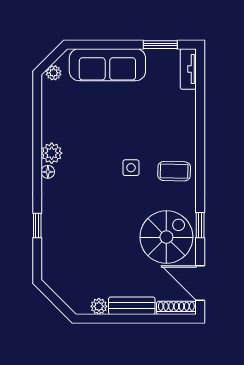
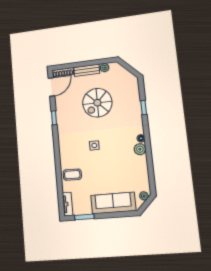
coffee table: (174, 171) -> (72, 175), moved
spiral stairs: (166, 237) -> (97, 103), moved
door: (200, 283) -> (51, 87), hinge flipped

